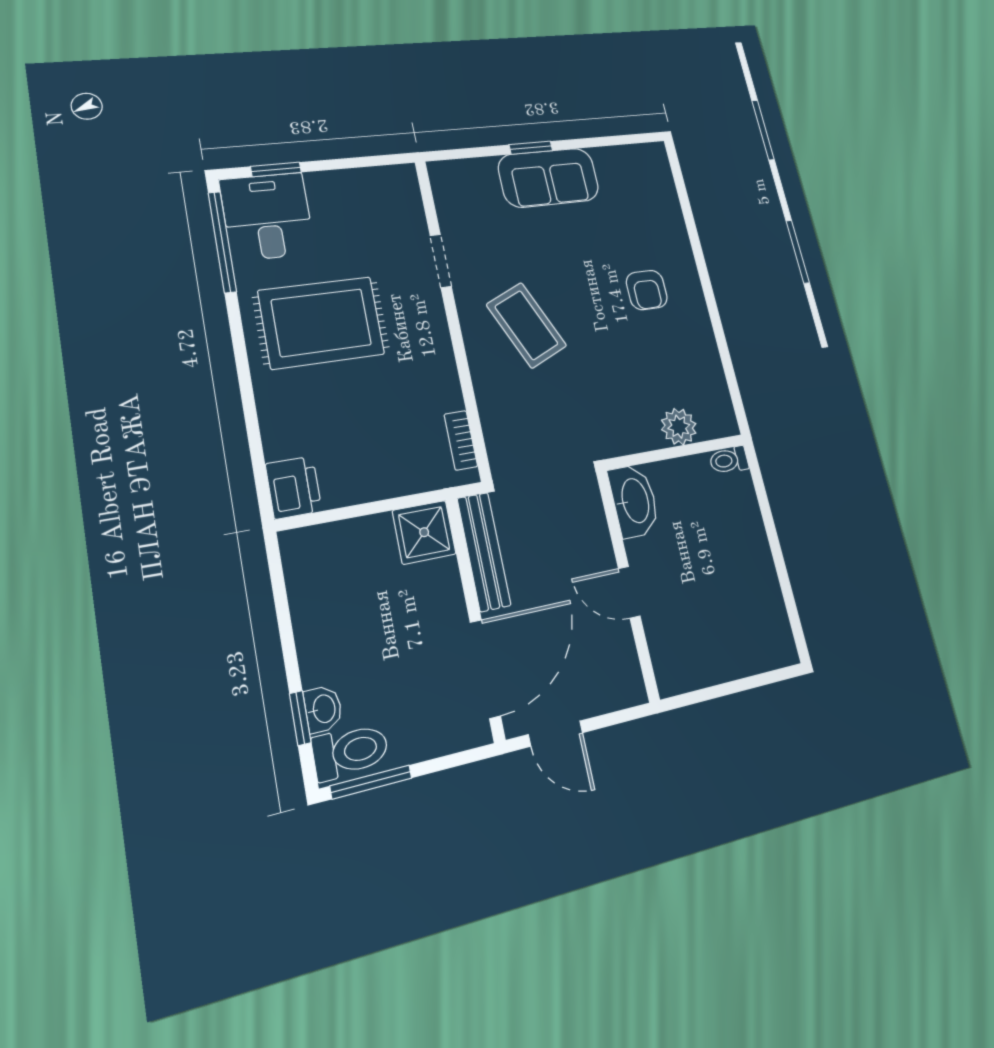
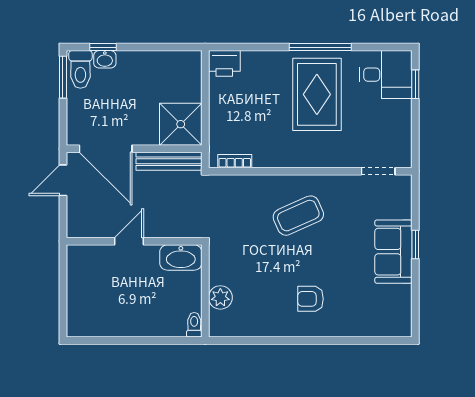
window: (222, 242) -> (320, 47), moved
doorway: (441, 261) -> (378, 171), moved
shower: (424, 532) -> (181, 124), width x1.36, depth x1.36

